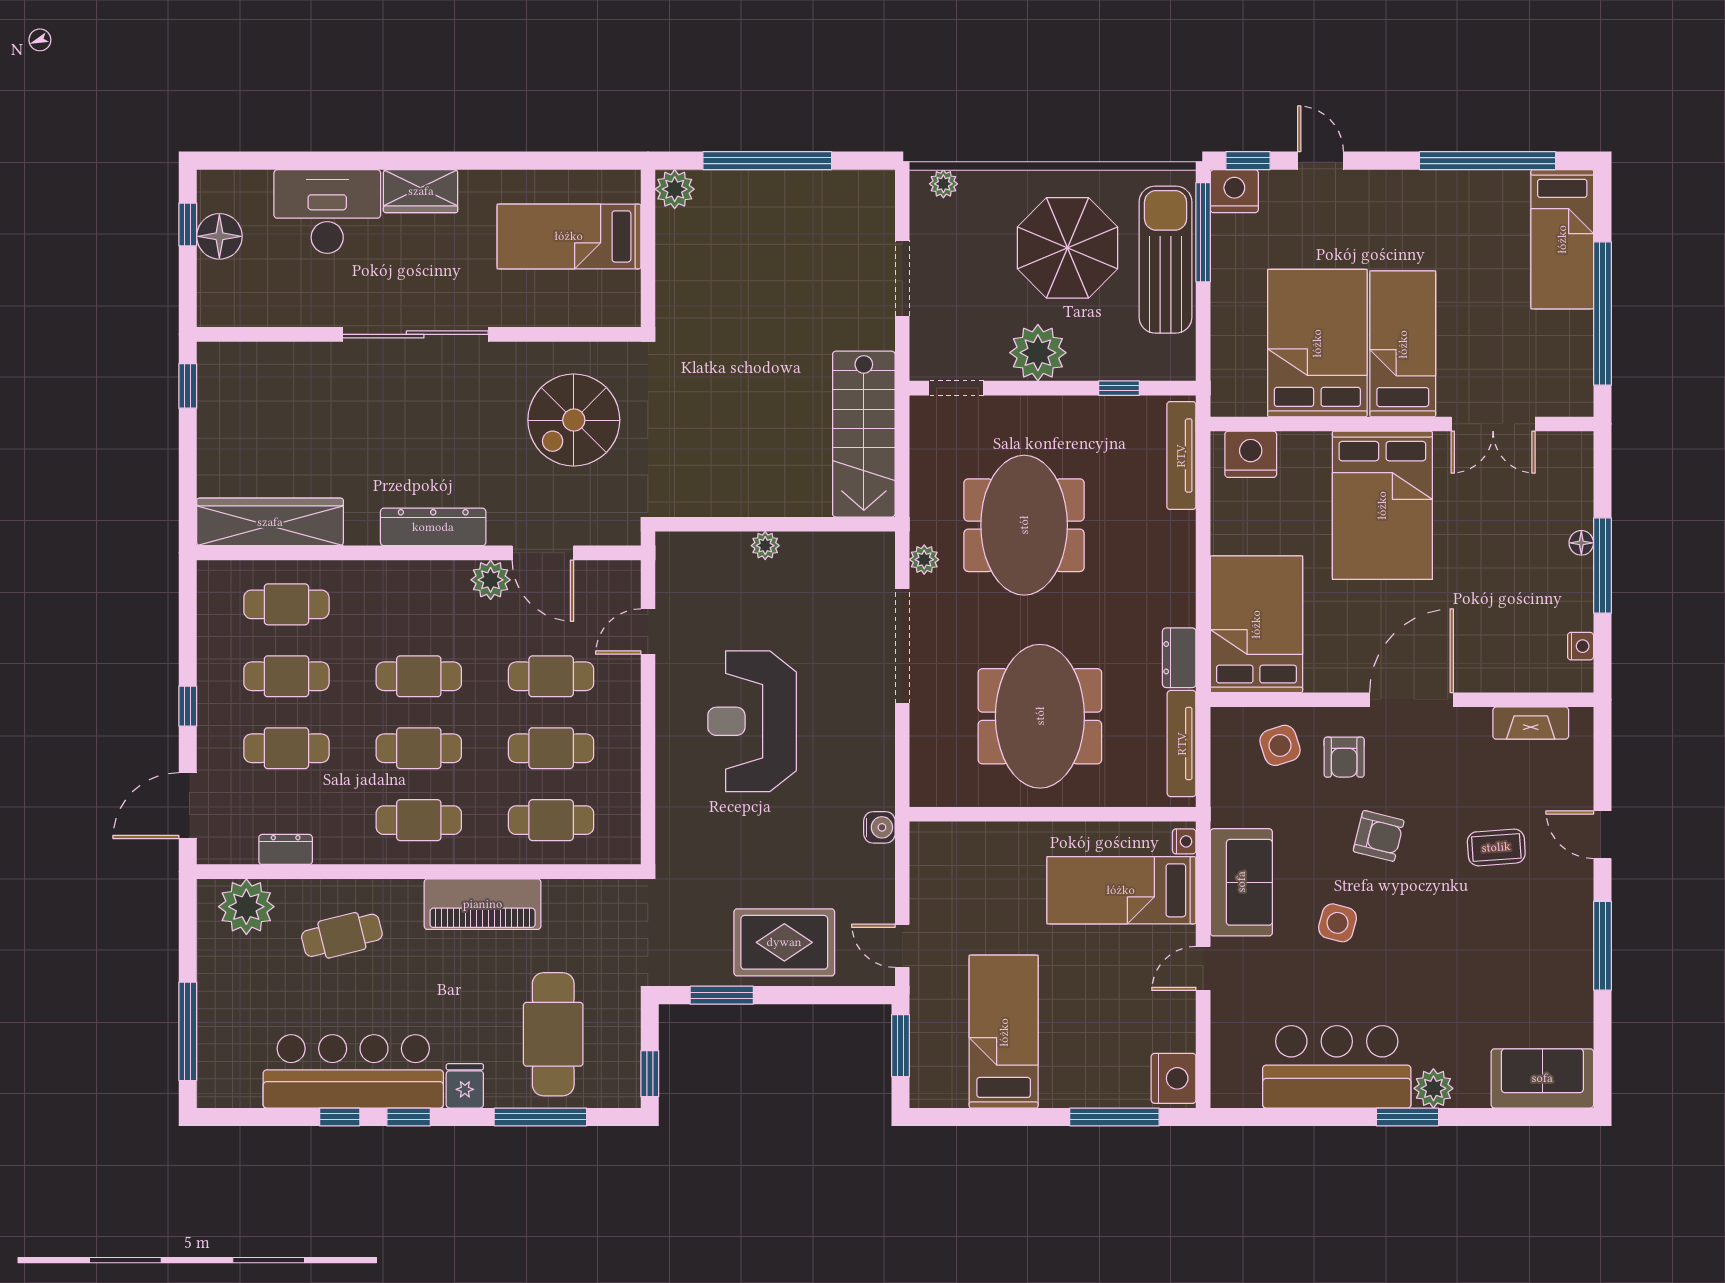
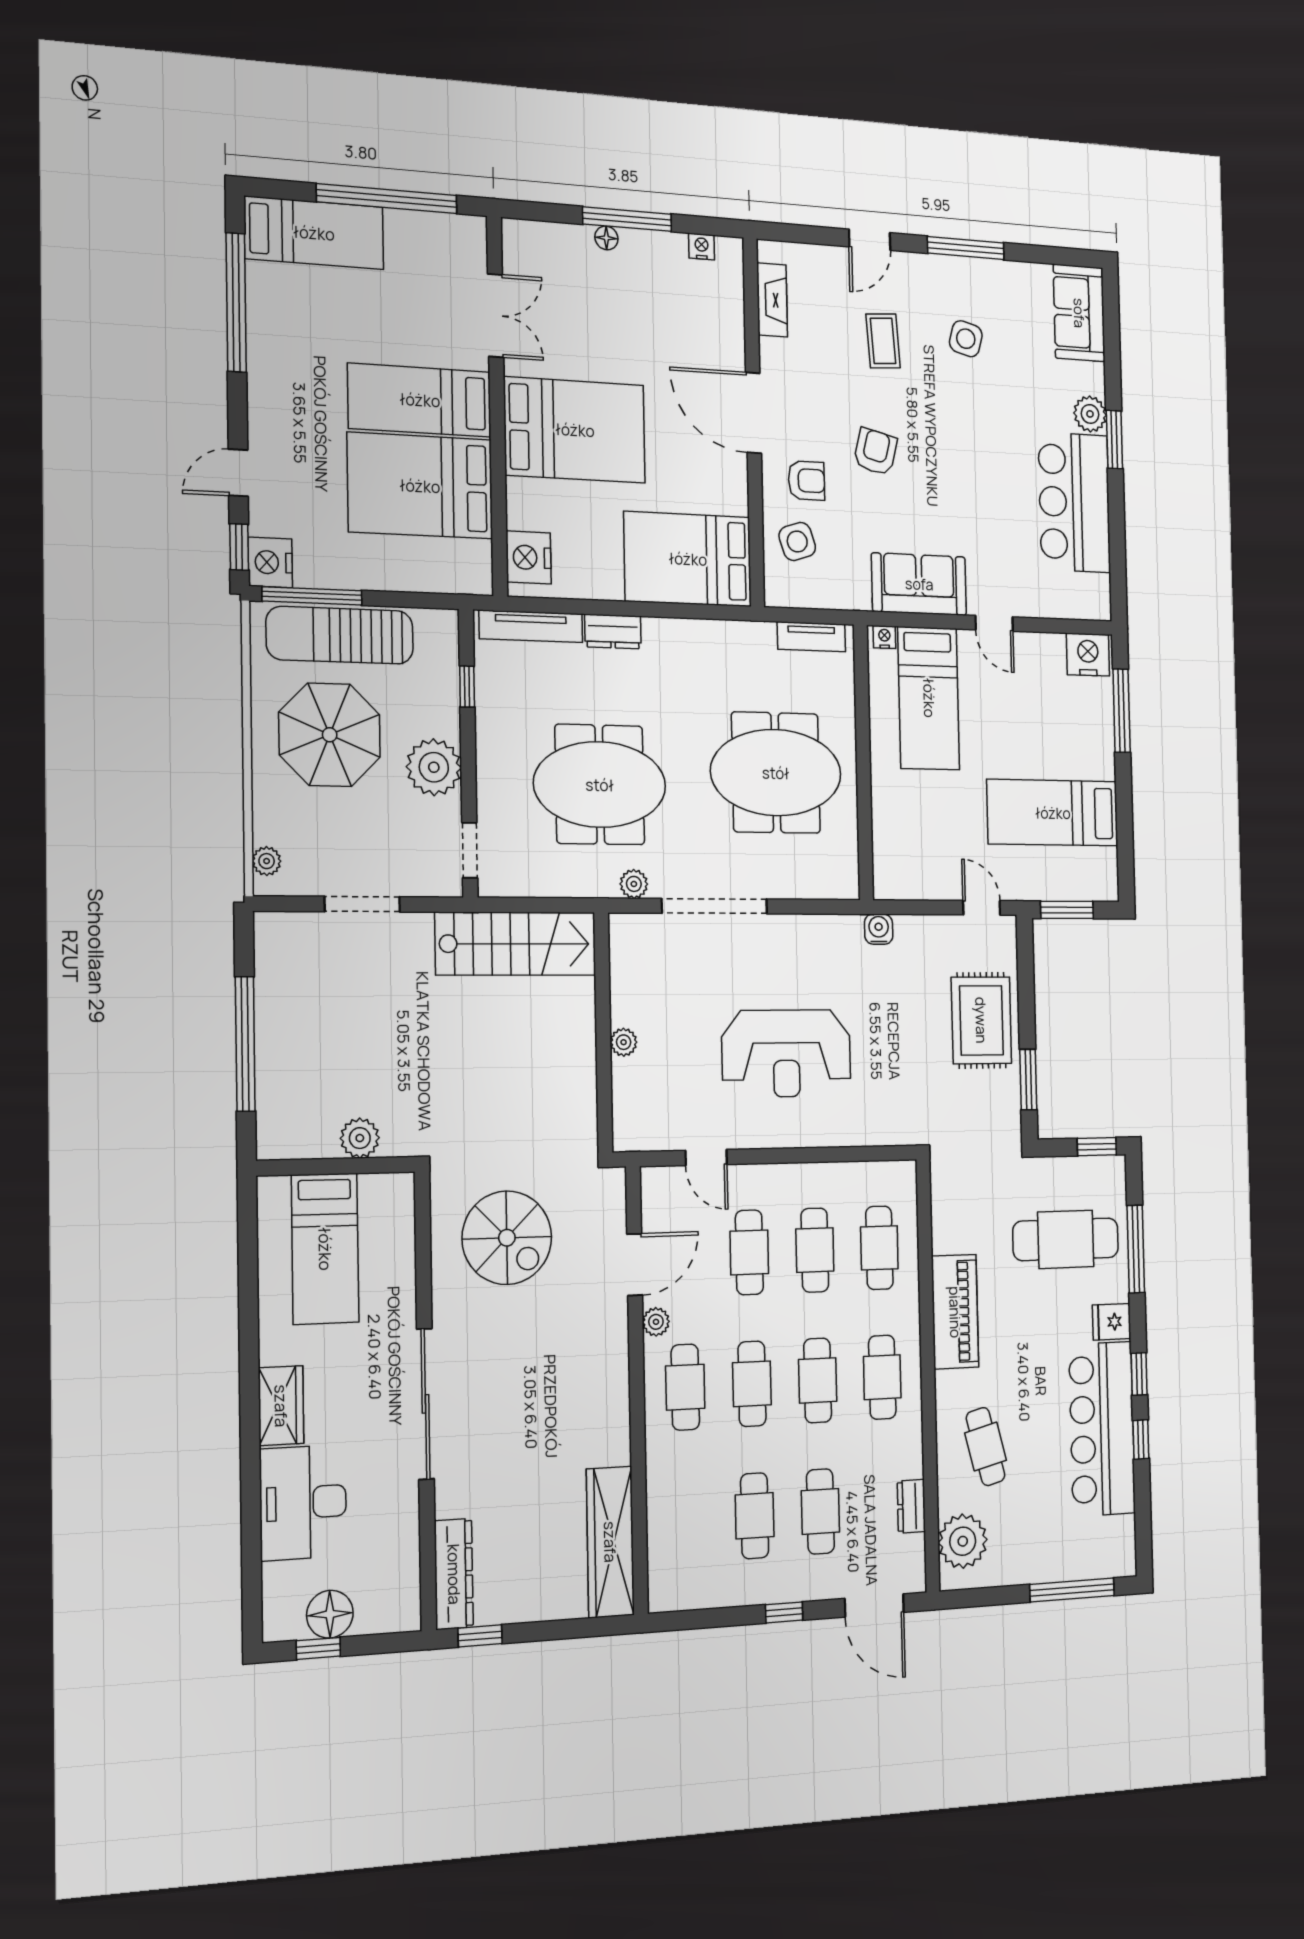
plant: (675, 189) -> (360, 1138), moved
dresser: (433, 527) -> (454, 1574), moved, turned 180
plant: (491, 580) -> (656, 1322), width x0.73, depth x0.73
cafe table: (286, 604) -> (685, 1387), moved
dresser: (1179, 658) -> (613, 632), moved
tv unit: (1182, 744) -> (811, 637), width x0.71
side table: (1337, 923) -> (966, 339), moved
door: (902, 946) -> (982, 908), swing flipped

